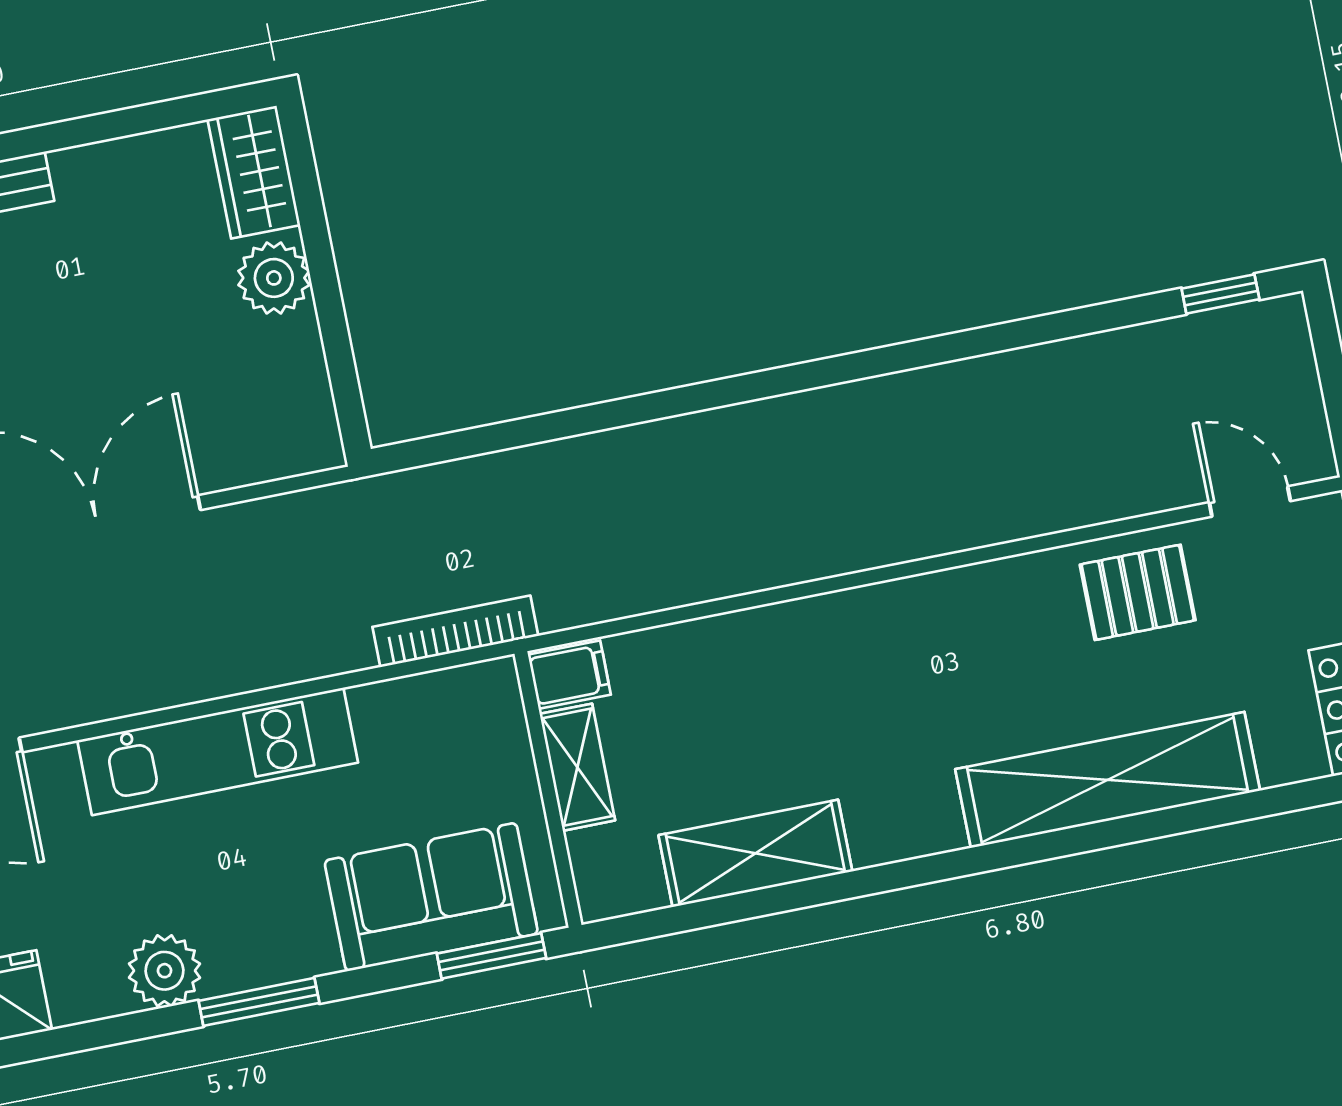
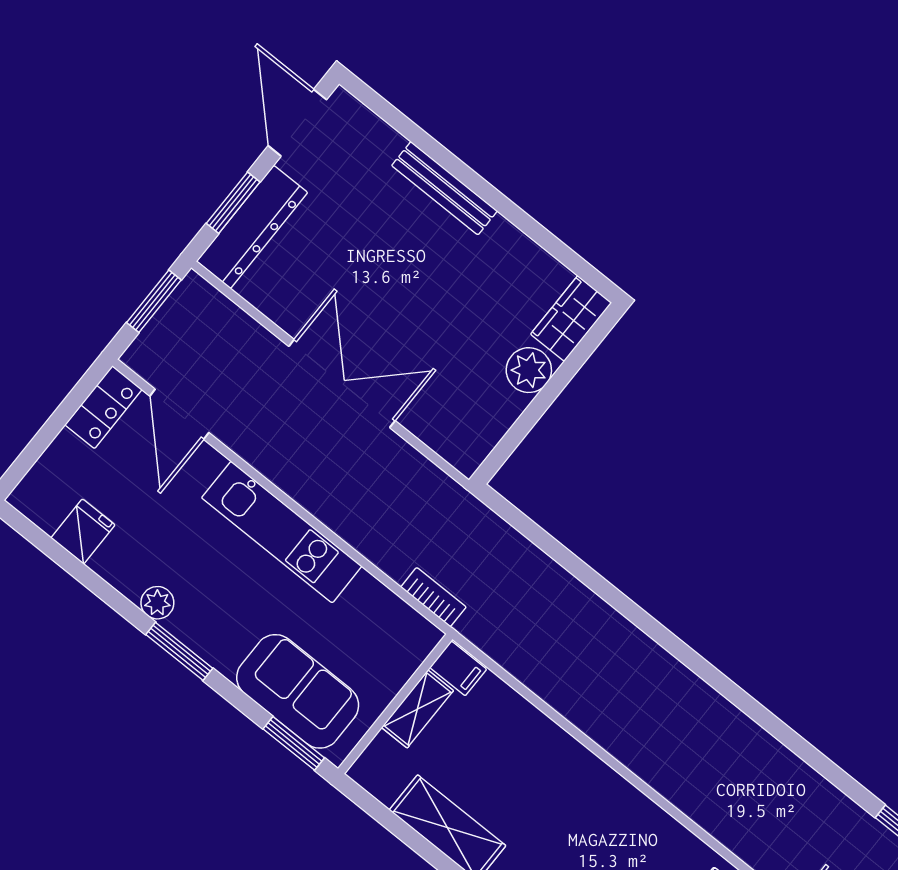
bookcase: (455, 631) -> (433, 597), width x0.64
plant: (164, 971) -> (157, 603), width x0.73, depth x0.73

